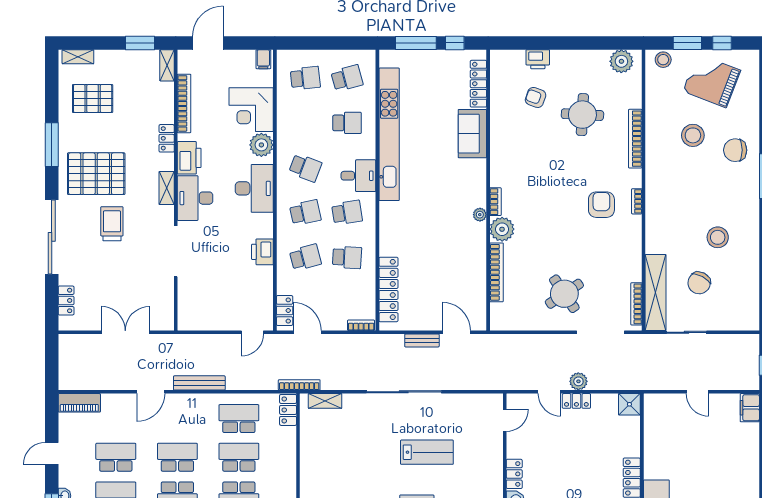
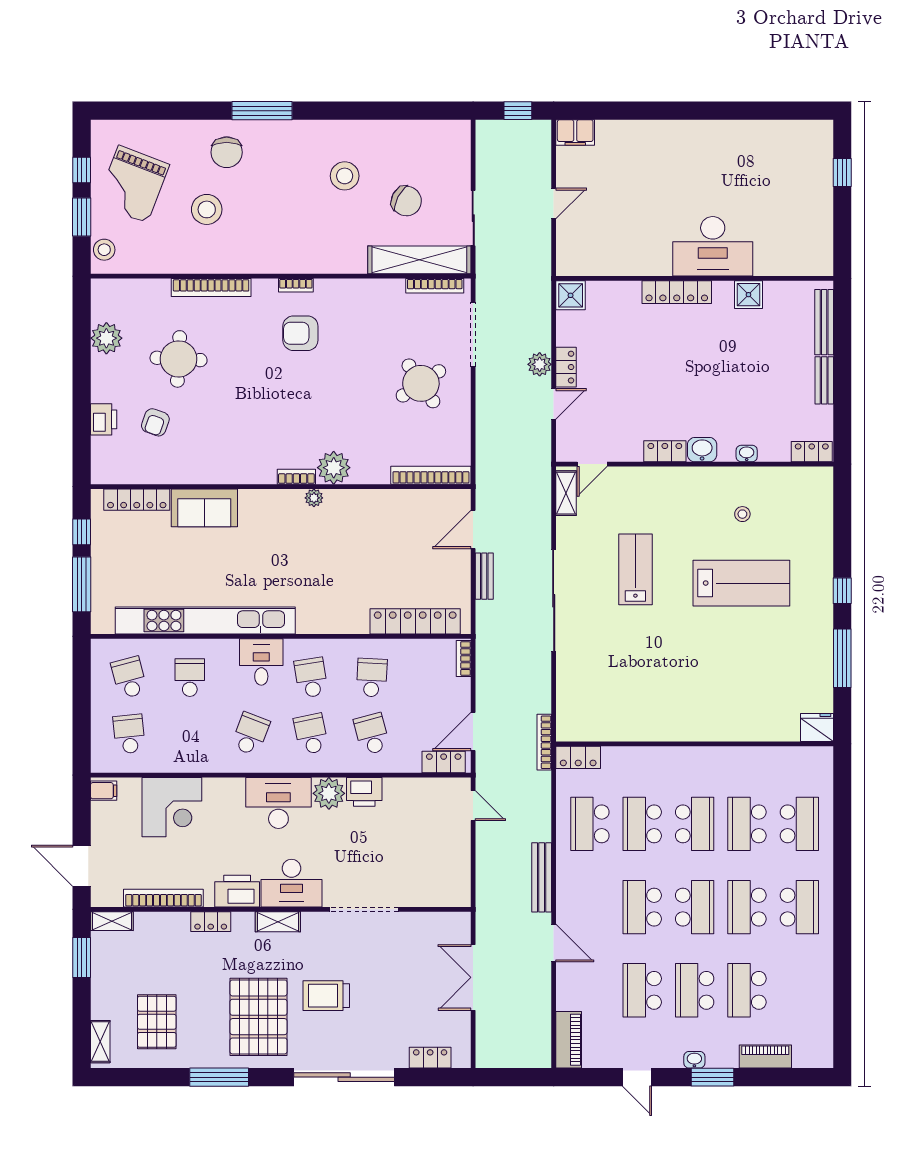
plant: (621, 61) -> (106, 338), moved
plant: (261, 145) -> (329, 793), moved
bookcase: (497, 272) -> (431, 475), moved
shelving: (325, 401) -> (566, 493), moved
door: (505, 420) -> (592, 464), swing flipped

